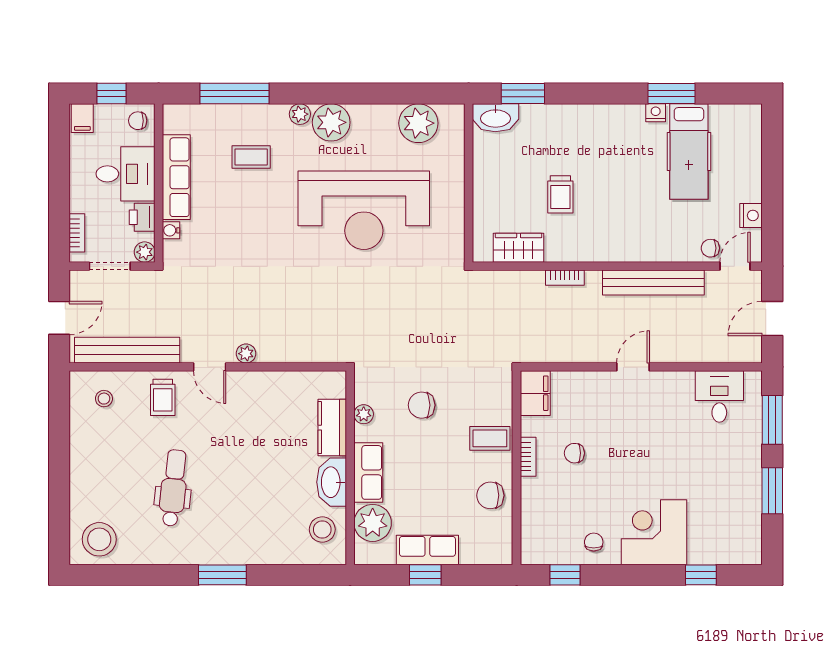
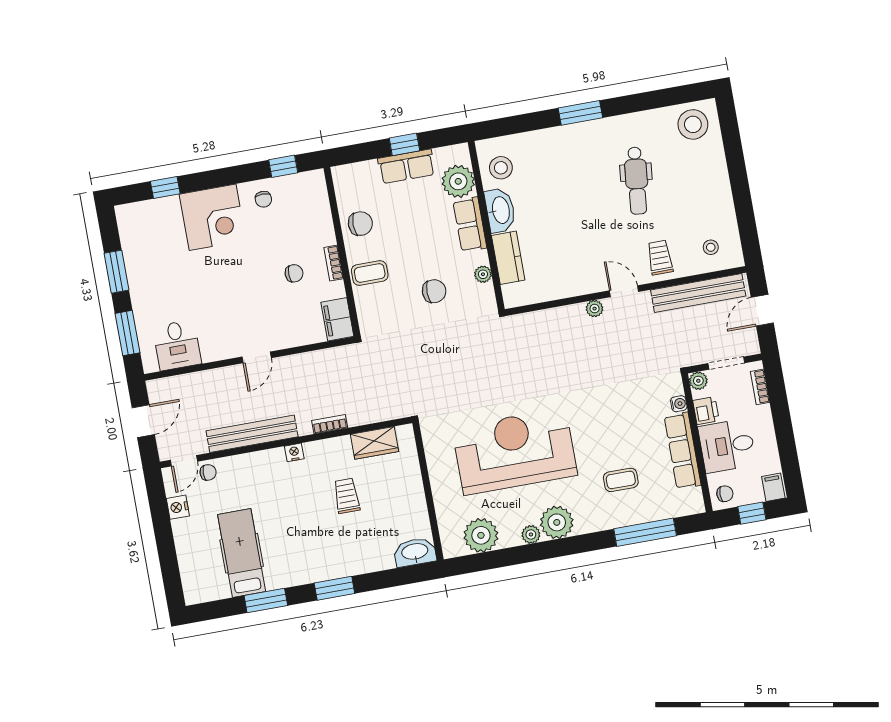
window: (523, 94) -> (334, 588), moved
nightstand: (656, 113) -> (294, 452), moved, turned 180
plant: (300, 114) -> (531, 534), moved

